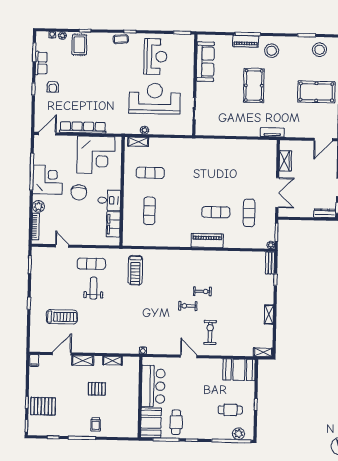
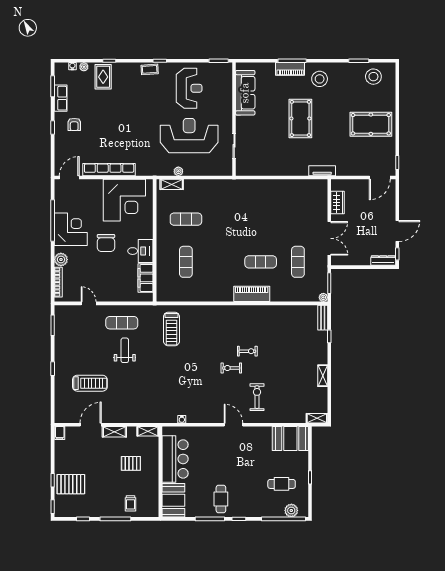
bar counter: (153, 386) -> (175, 459), moved
wall: (140, 397) -> (160, 472), moved
booth: (151, 423) -> (173, 500), moved

